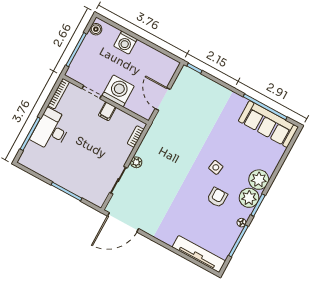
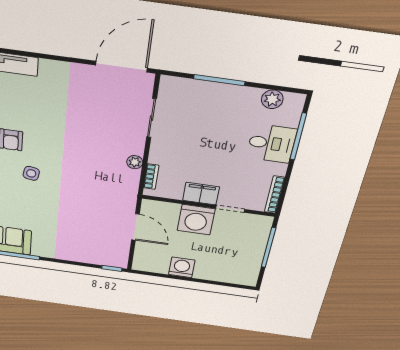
boiler: (96, 29) -> (251, 275), removed
washing machine: (125, 43) -> (182, 267), moved
filing cabinet: (107, 111) -> (201, 194), width x2.00
desk: (51, 130) -> (271, 144), width x0.73
plant: (136, 162) -> (135, 162), moved
plant: (39, 167) -> (272, 99), added

